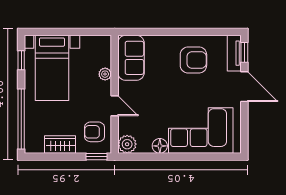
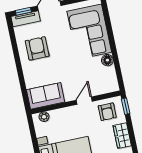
plant: (105, 74) -> (44, 117), moved
plant: (127, 144) -> (111, 85), removed

